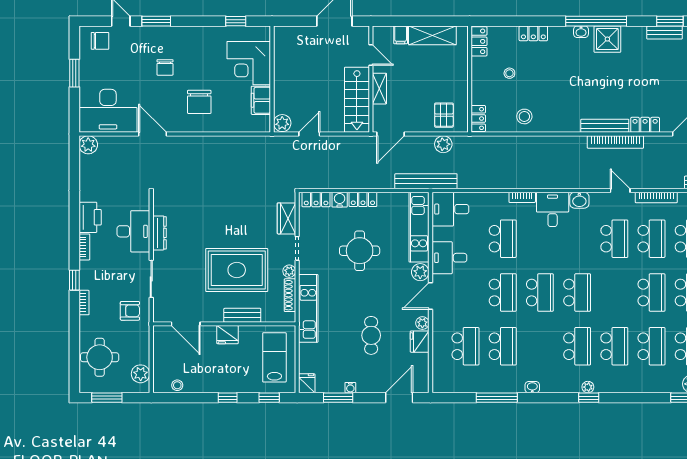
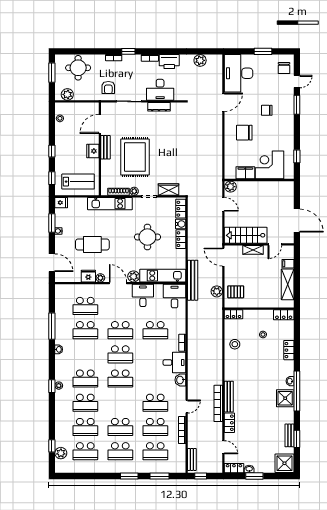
plant: (88, 145) -> (200, 60), moved
bench: (242, 315) -> (105, 147), moved
cafe table: (371, 335) -> (92, 245), width x1.37, depth x1.35

